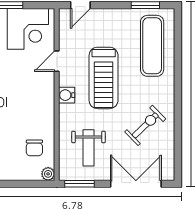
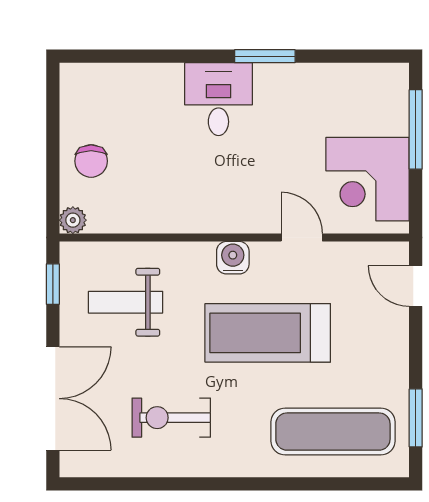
exercise bike: (145, 125) -> (171, 418), turned 134
chair: (34, 148) -> (91, 161), moved, turned -90
window: (80, 184) -> (53, 284), width x0.67

